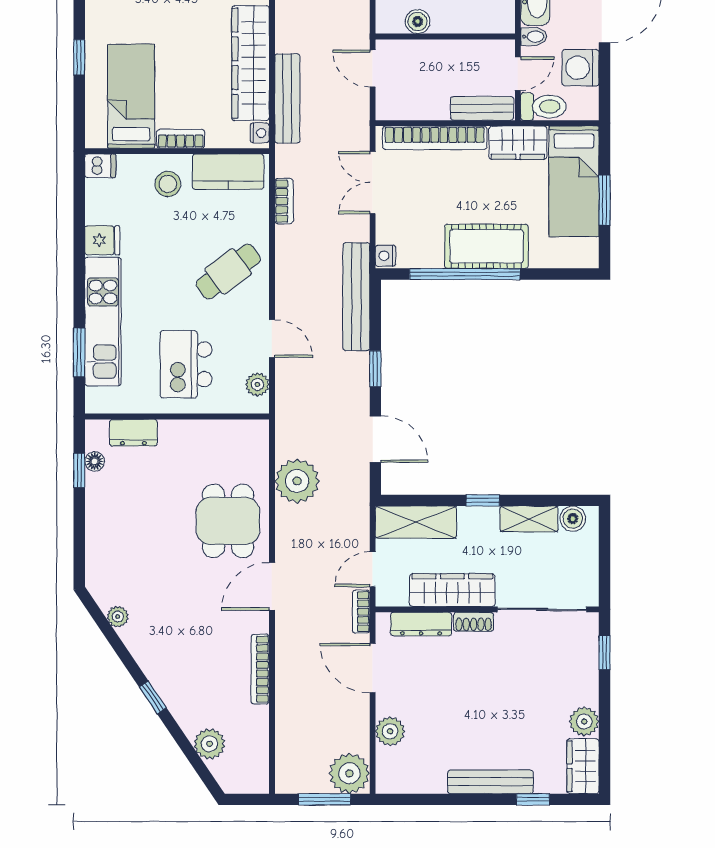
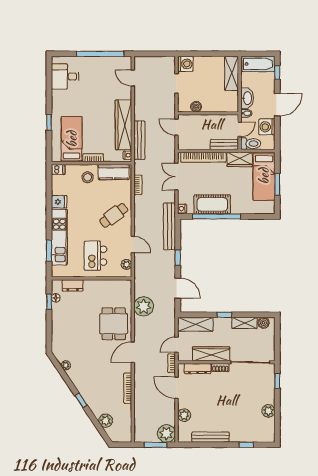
cot: (486, 246) -> (212, 204), moved
wardrobe: (583, 766) -> (268, 430), removed
bench: (490, 782) -> (210, 437), moved

